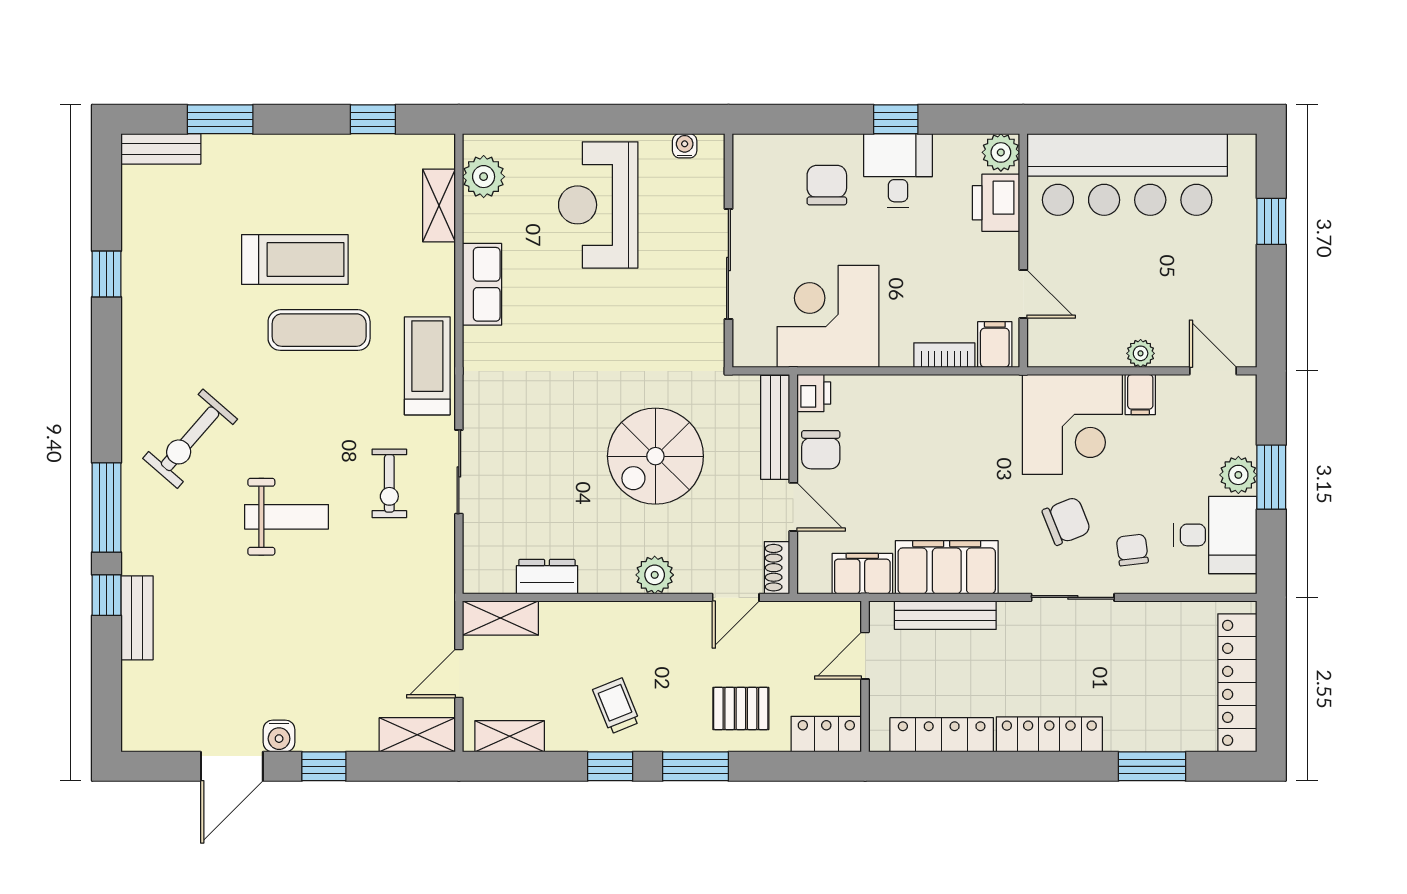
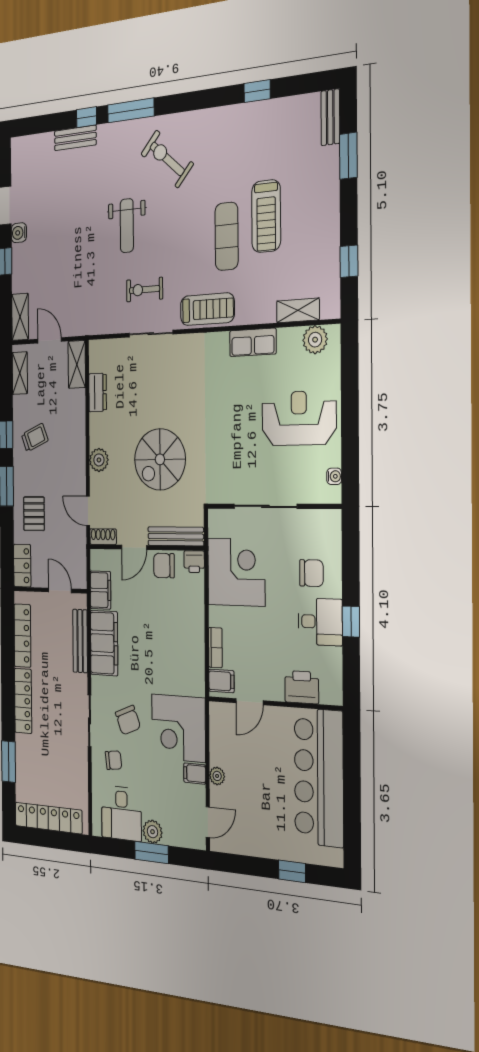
plant: (1001, 152) -> (331, 692), removed
spiral stairs: (655, 456) -> (160, 459), turned -90

